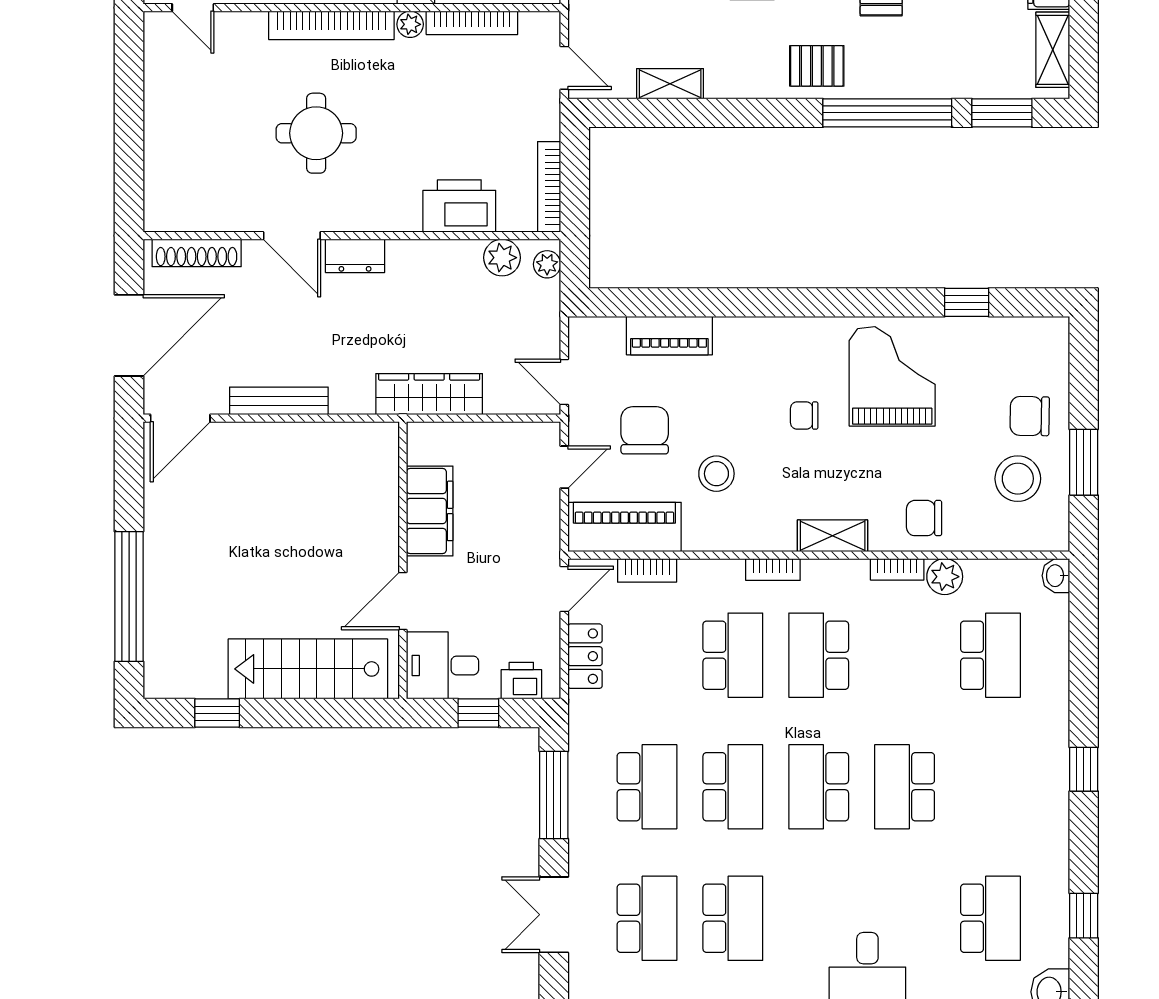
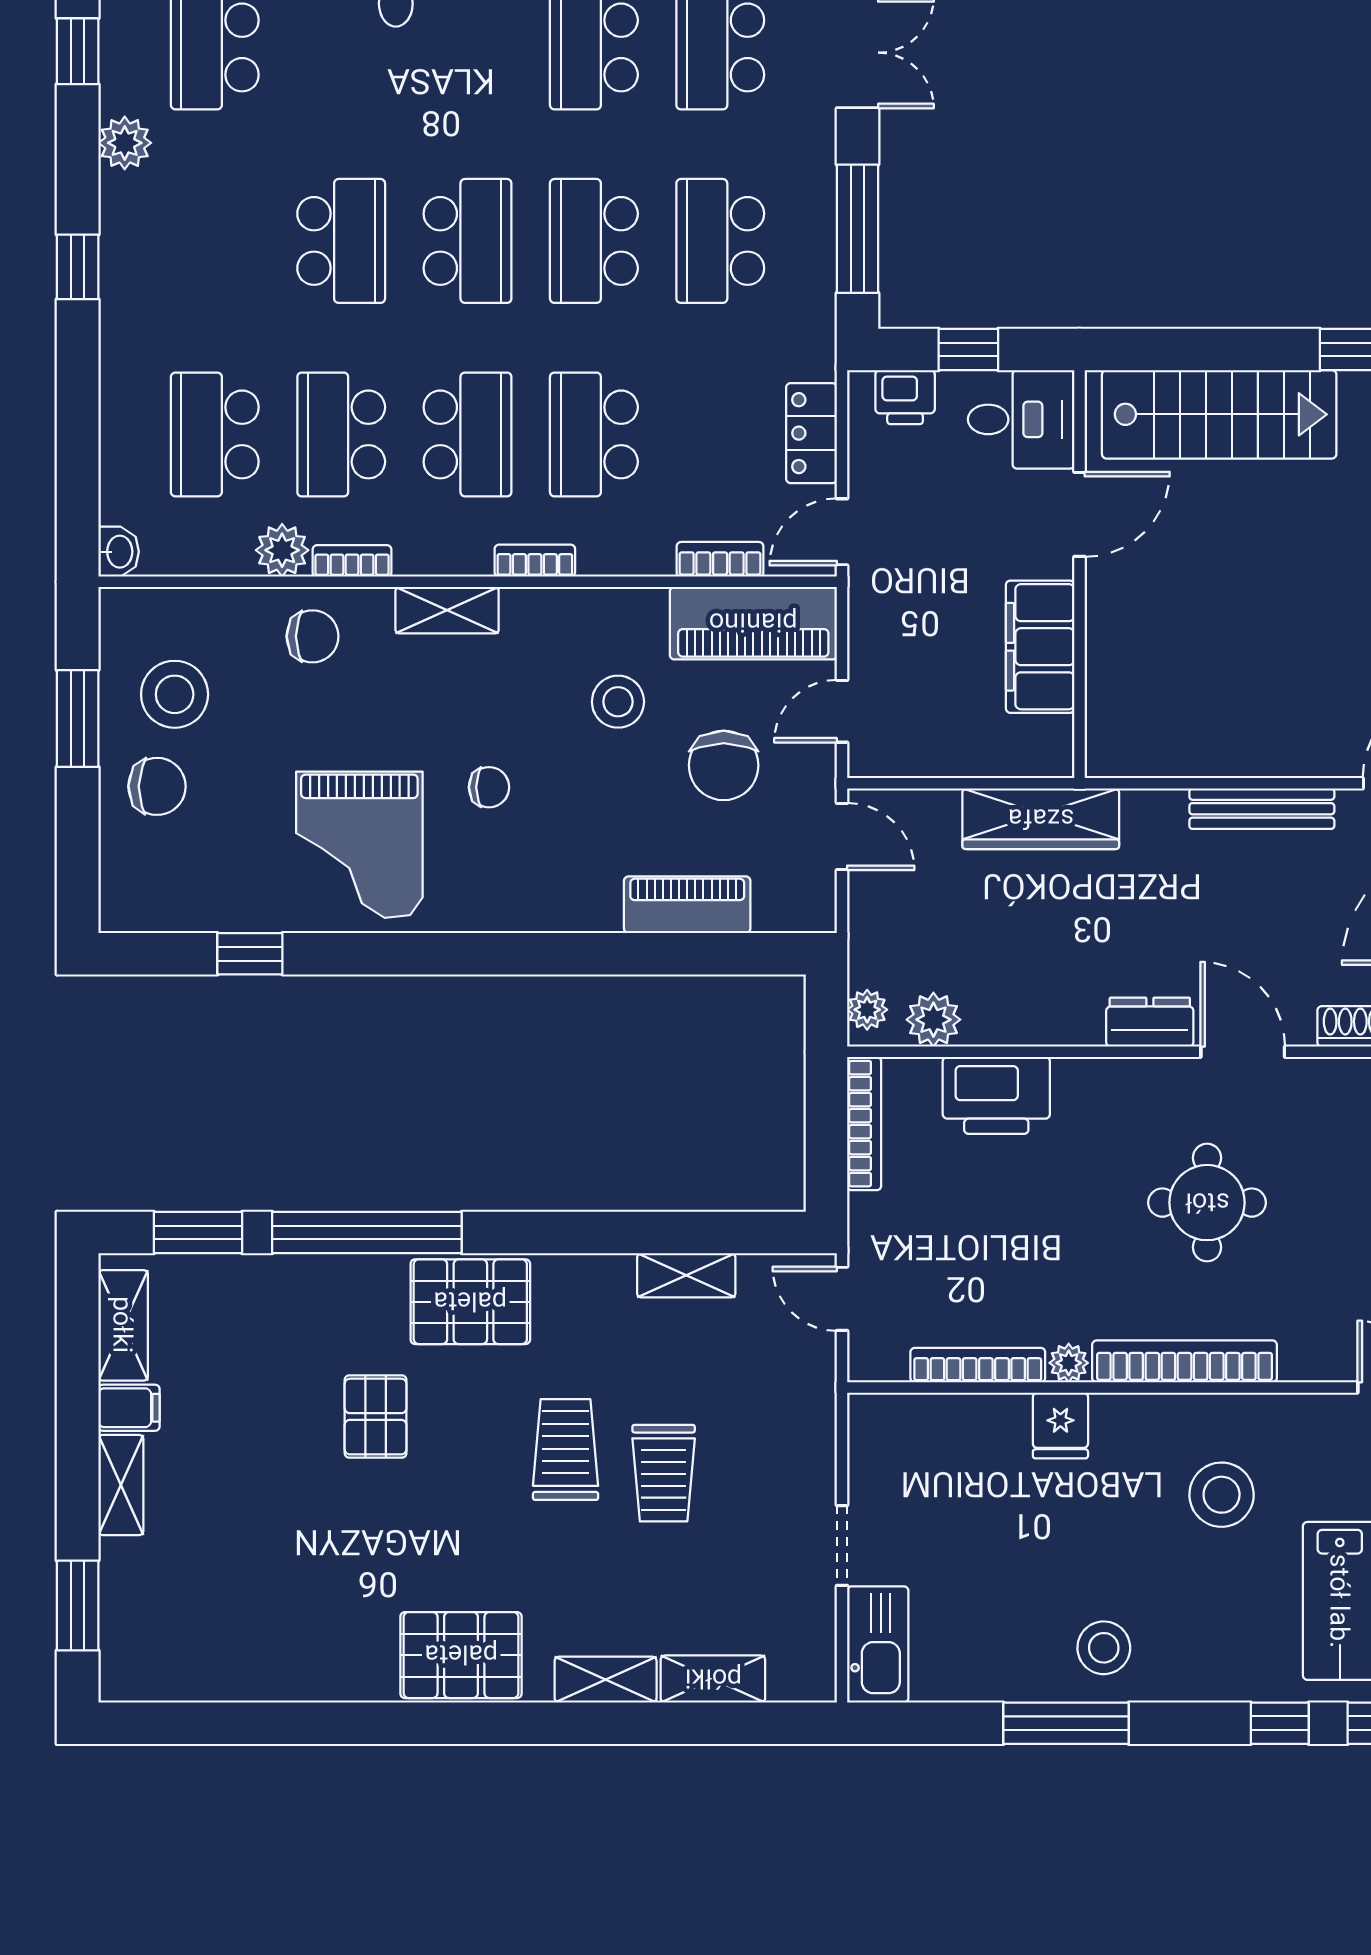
pallet: (817, 66) -> (470, 1302), width x1.50, depth x1.42
school desk: (905, 655) -> (341, 434), added
plant: (1052, 853) -> (125, 143), added

